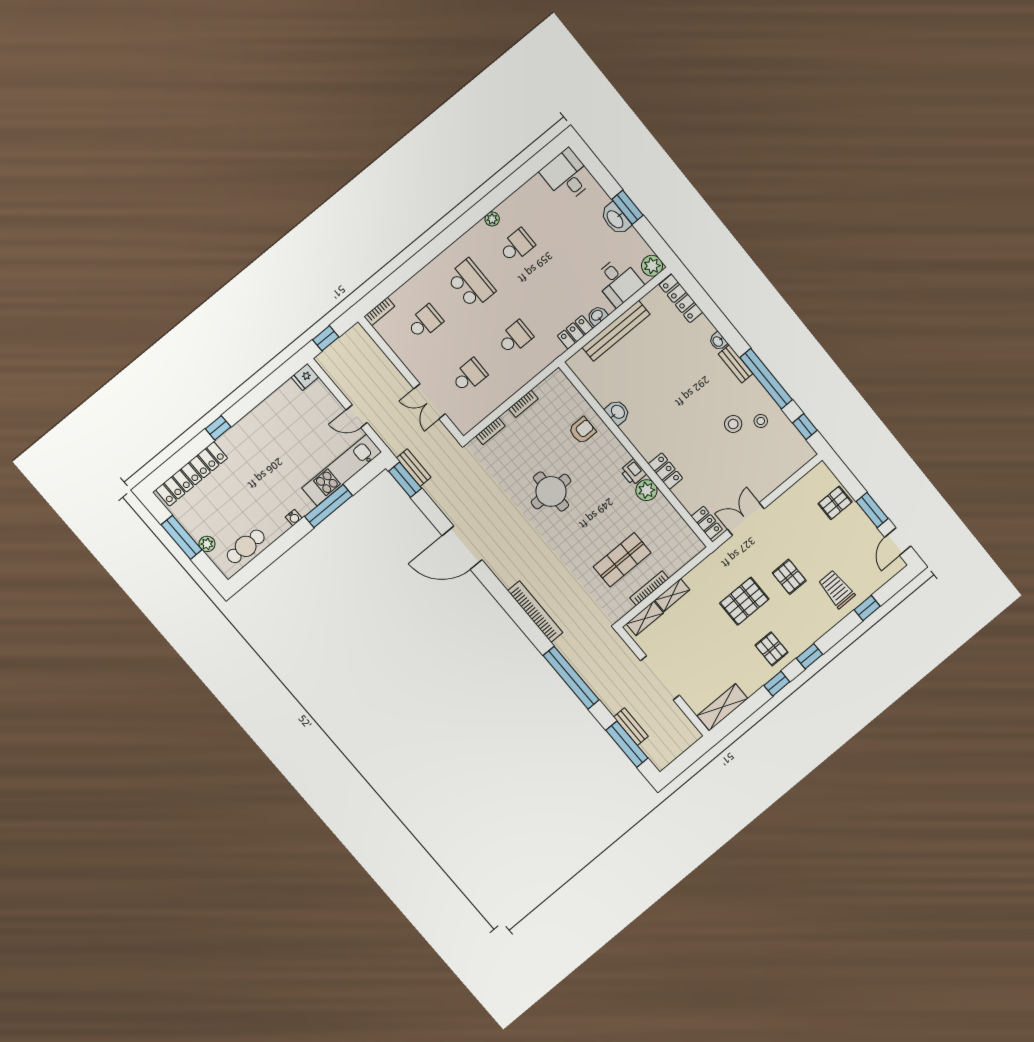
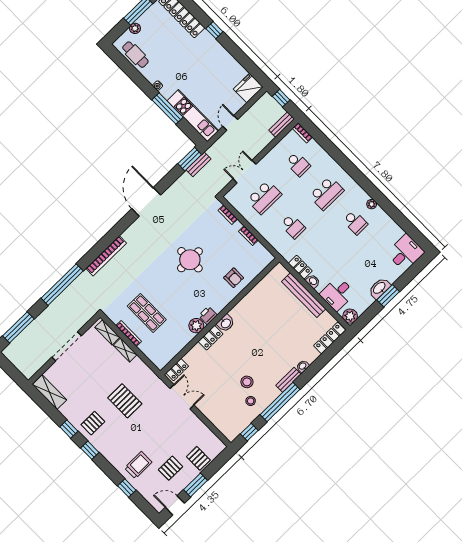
school desk: (469, 376) -> (264, 197), width x1.85
fridge: (305, 377) -> (248, 88), width x1.88, depth x1.34
washbasin: (618, 412) -> (226, 323), moved
pallet: (789, 577) -> (171, 468), moved
bench: (631, 727) -> (282, 125), moved

